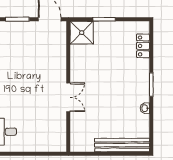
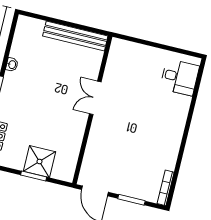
shower: (82, 33) -> (40, 161), moved
bench: (122, 145) -> (75, 36), moved

